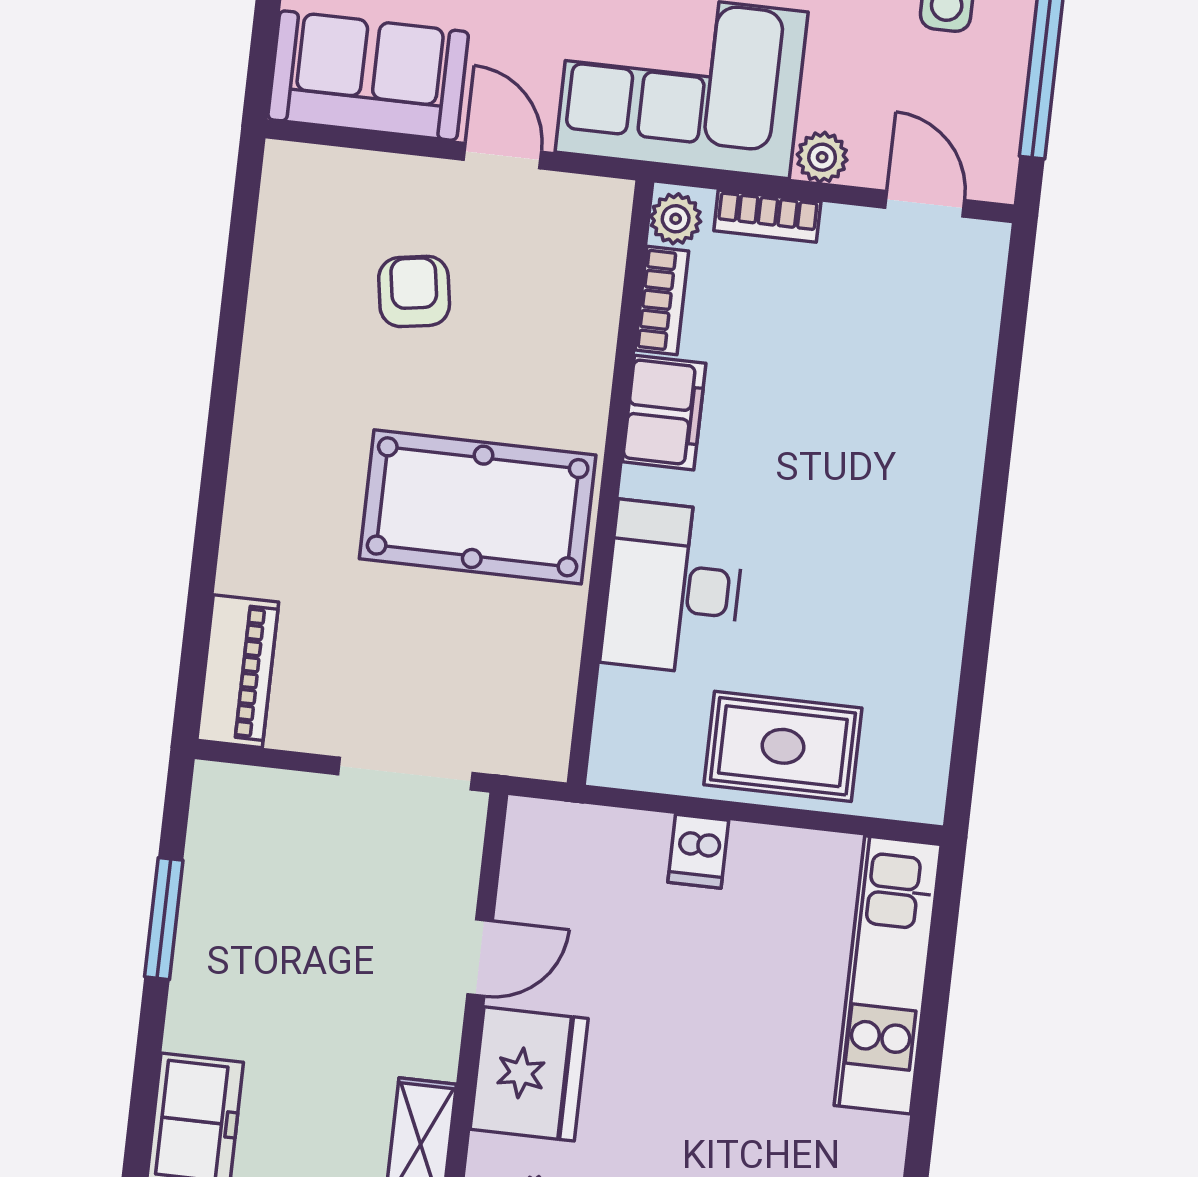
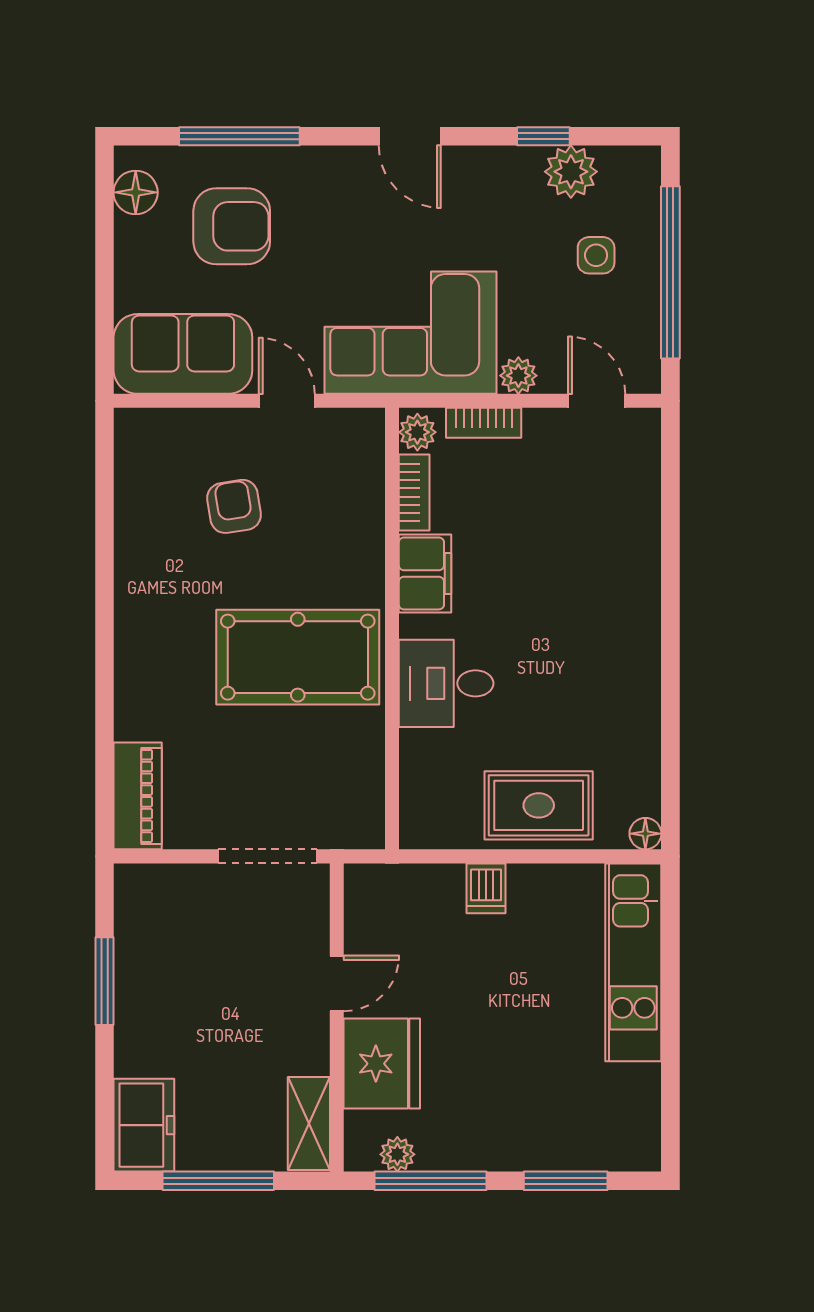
desk: (673, 588) -> (446, 683), width x0.73
floor lamp: (924, 801) -> (645, 834), added

